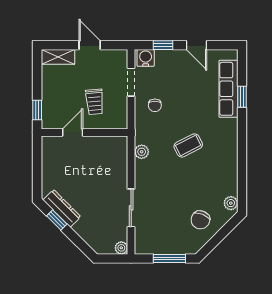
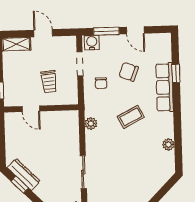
window: (163, 45) -> (106, 31), width x1.50
row of seats: (228, 89) -> (165, 87), moved
door: (73, 132) -> (31, 109), swing flipped
plant: (231, 203) -> (168, 145), moved
chair: (200, 220) -> (129, 72), moved, turned 89

